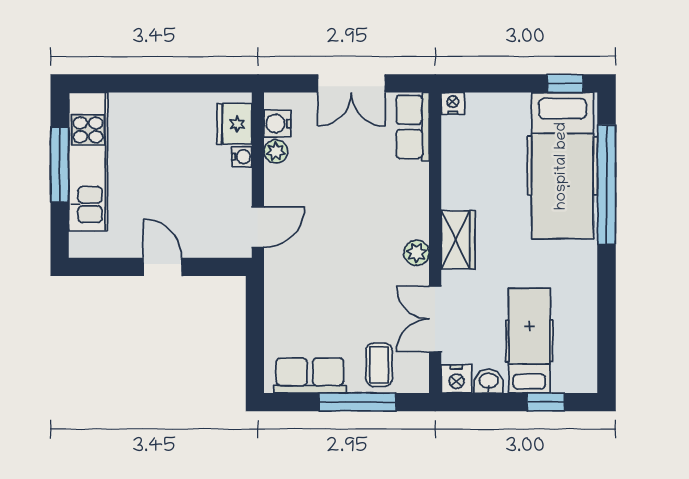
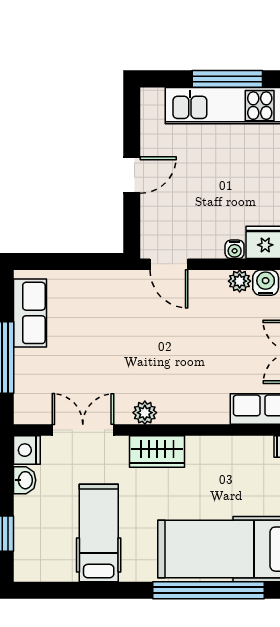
hospital bed: (529, 341) -> (99, 533), moved, turned -90
coffee table: (379, 365) -> (40, 378), removed

